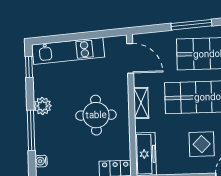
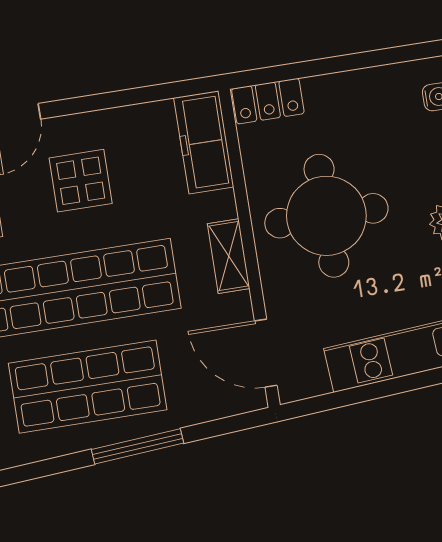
round table: (96, 115) -> (326, 216), width x1.36, depth x1.36

